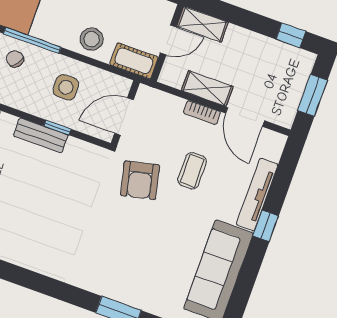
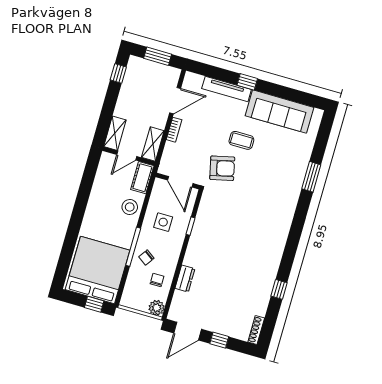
door: (168, 40) -> (127, 156), swing flipped
shelving: (207, 88) -> (153, 144), moved
bench: (41, 135) -> (197, 237), removed
coffee table: (192, 171) -> (241, 140), moved

